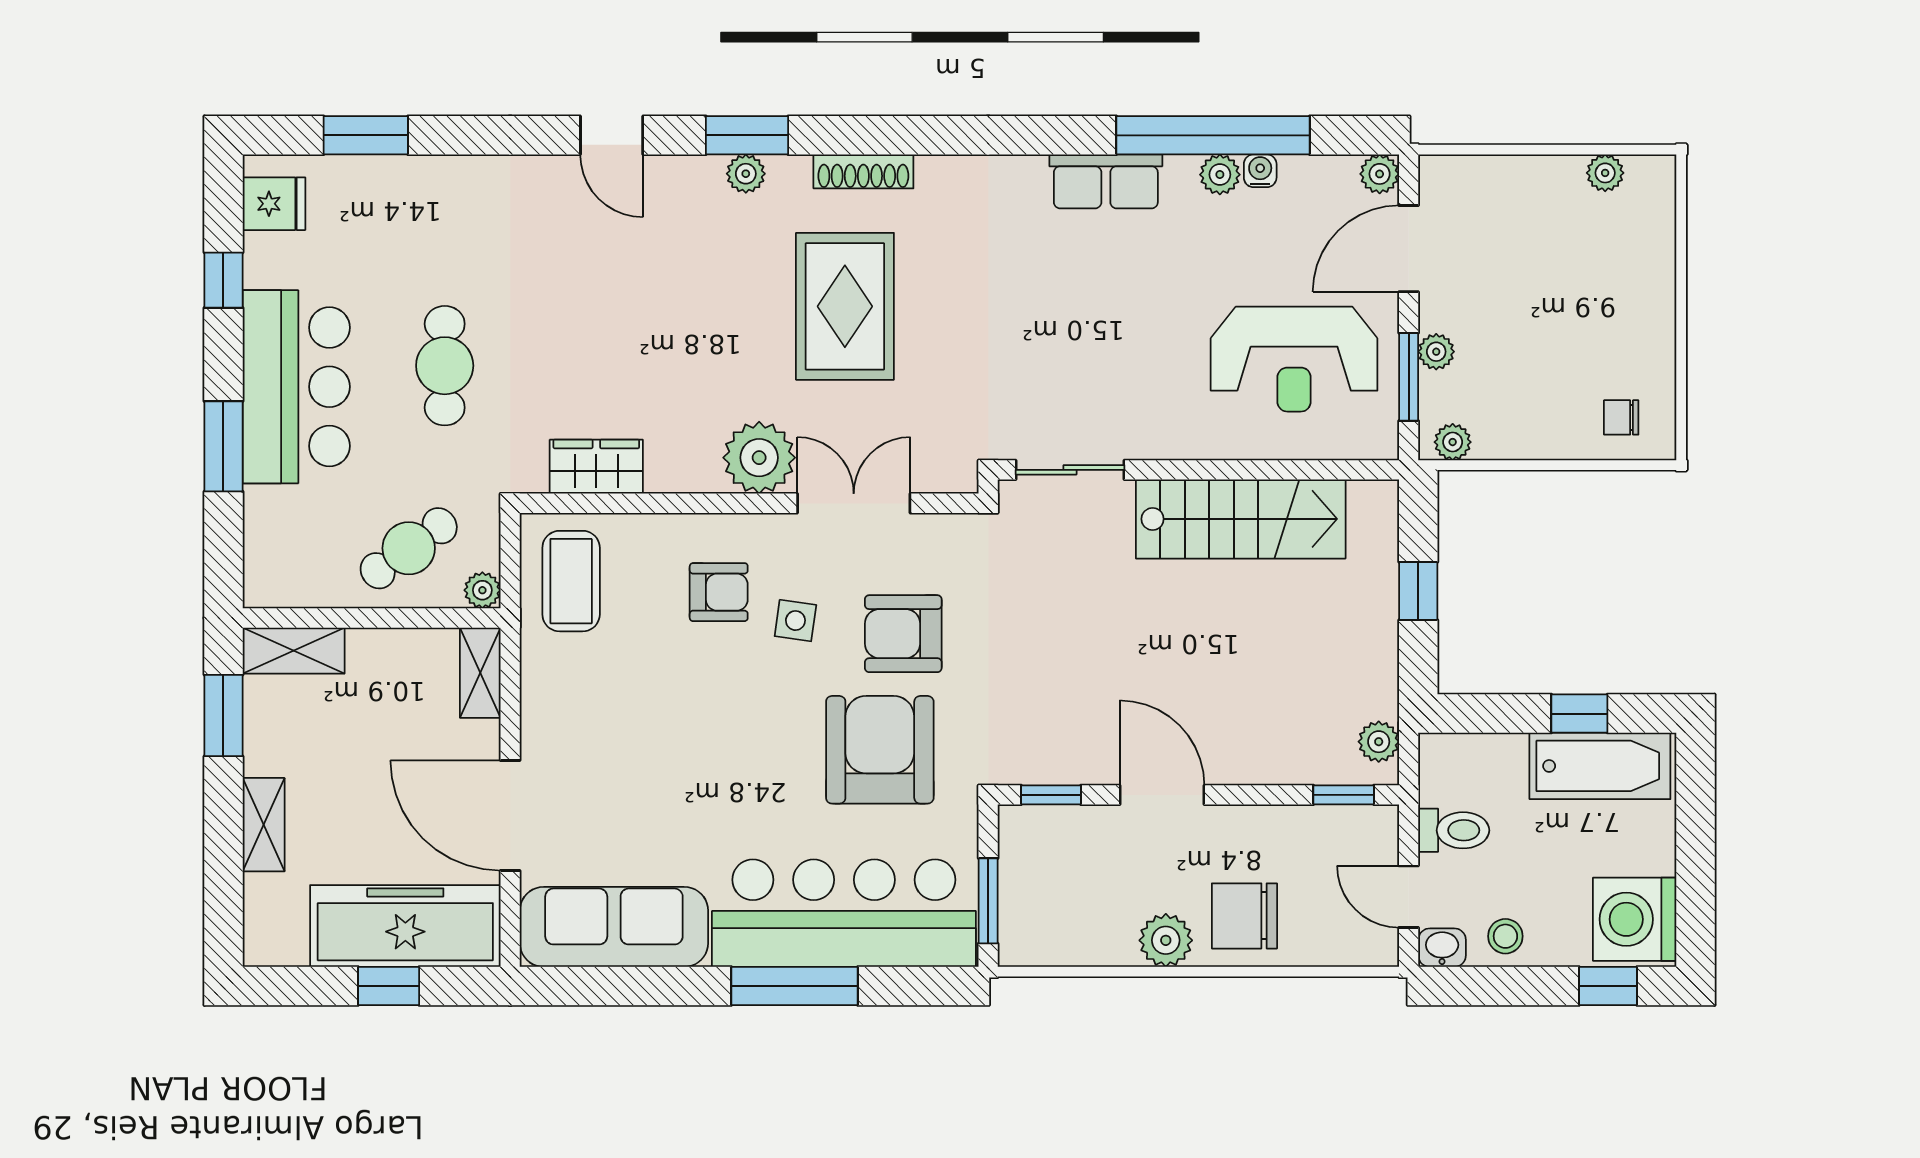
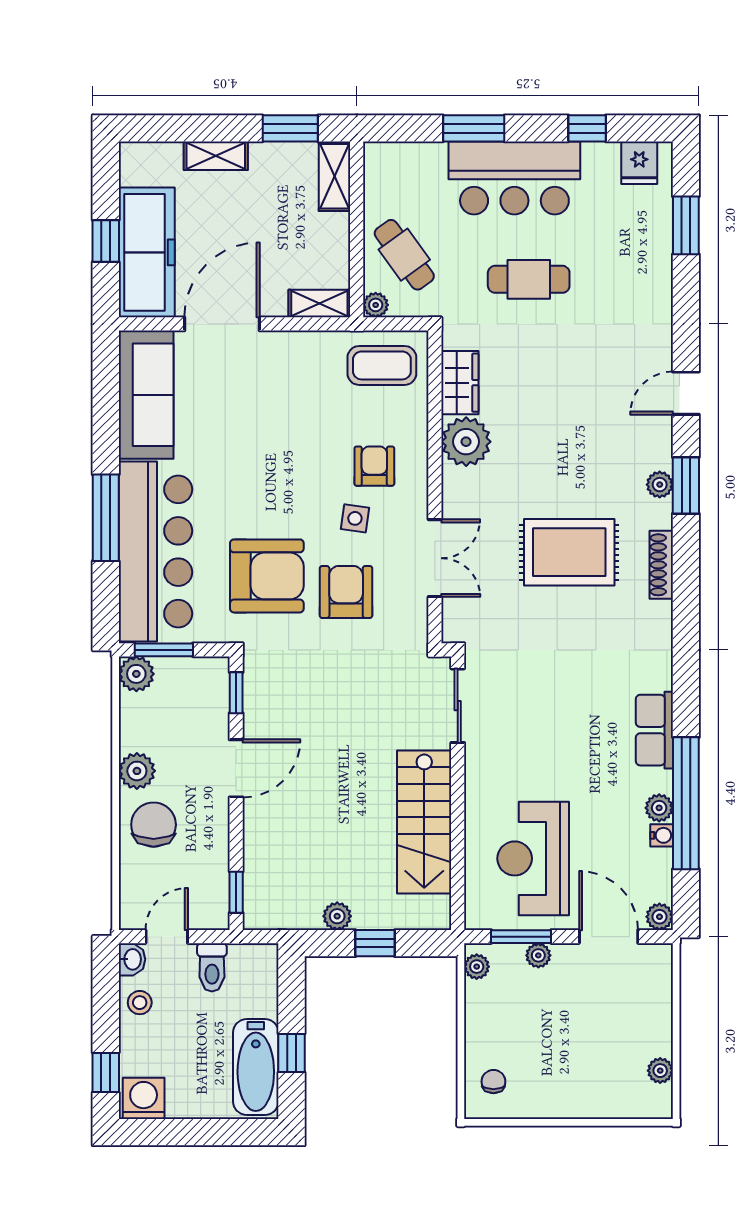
plant: (759, 458) -> (466, 442), moved
armchair: (719, 592) -> (374, 466), turned 180
plant: (1379, 742) -> (337, 916), moved
washing machine: (1635, 919) -> (144, 1098), width x0.73, depth x0.73
plant: (1023, 941) -> (136, 674), added

